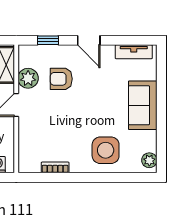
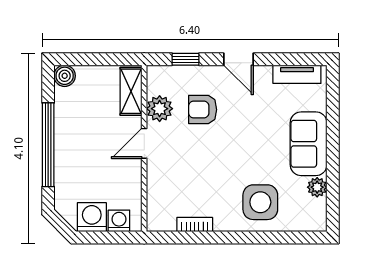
plant: (149, 160) -> (317, 187), moved

